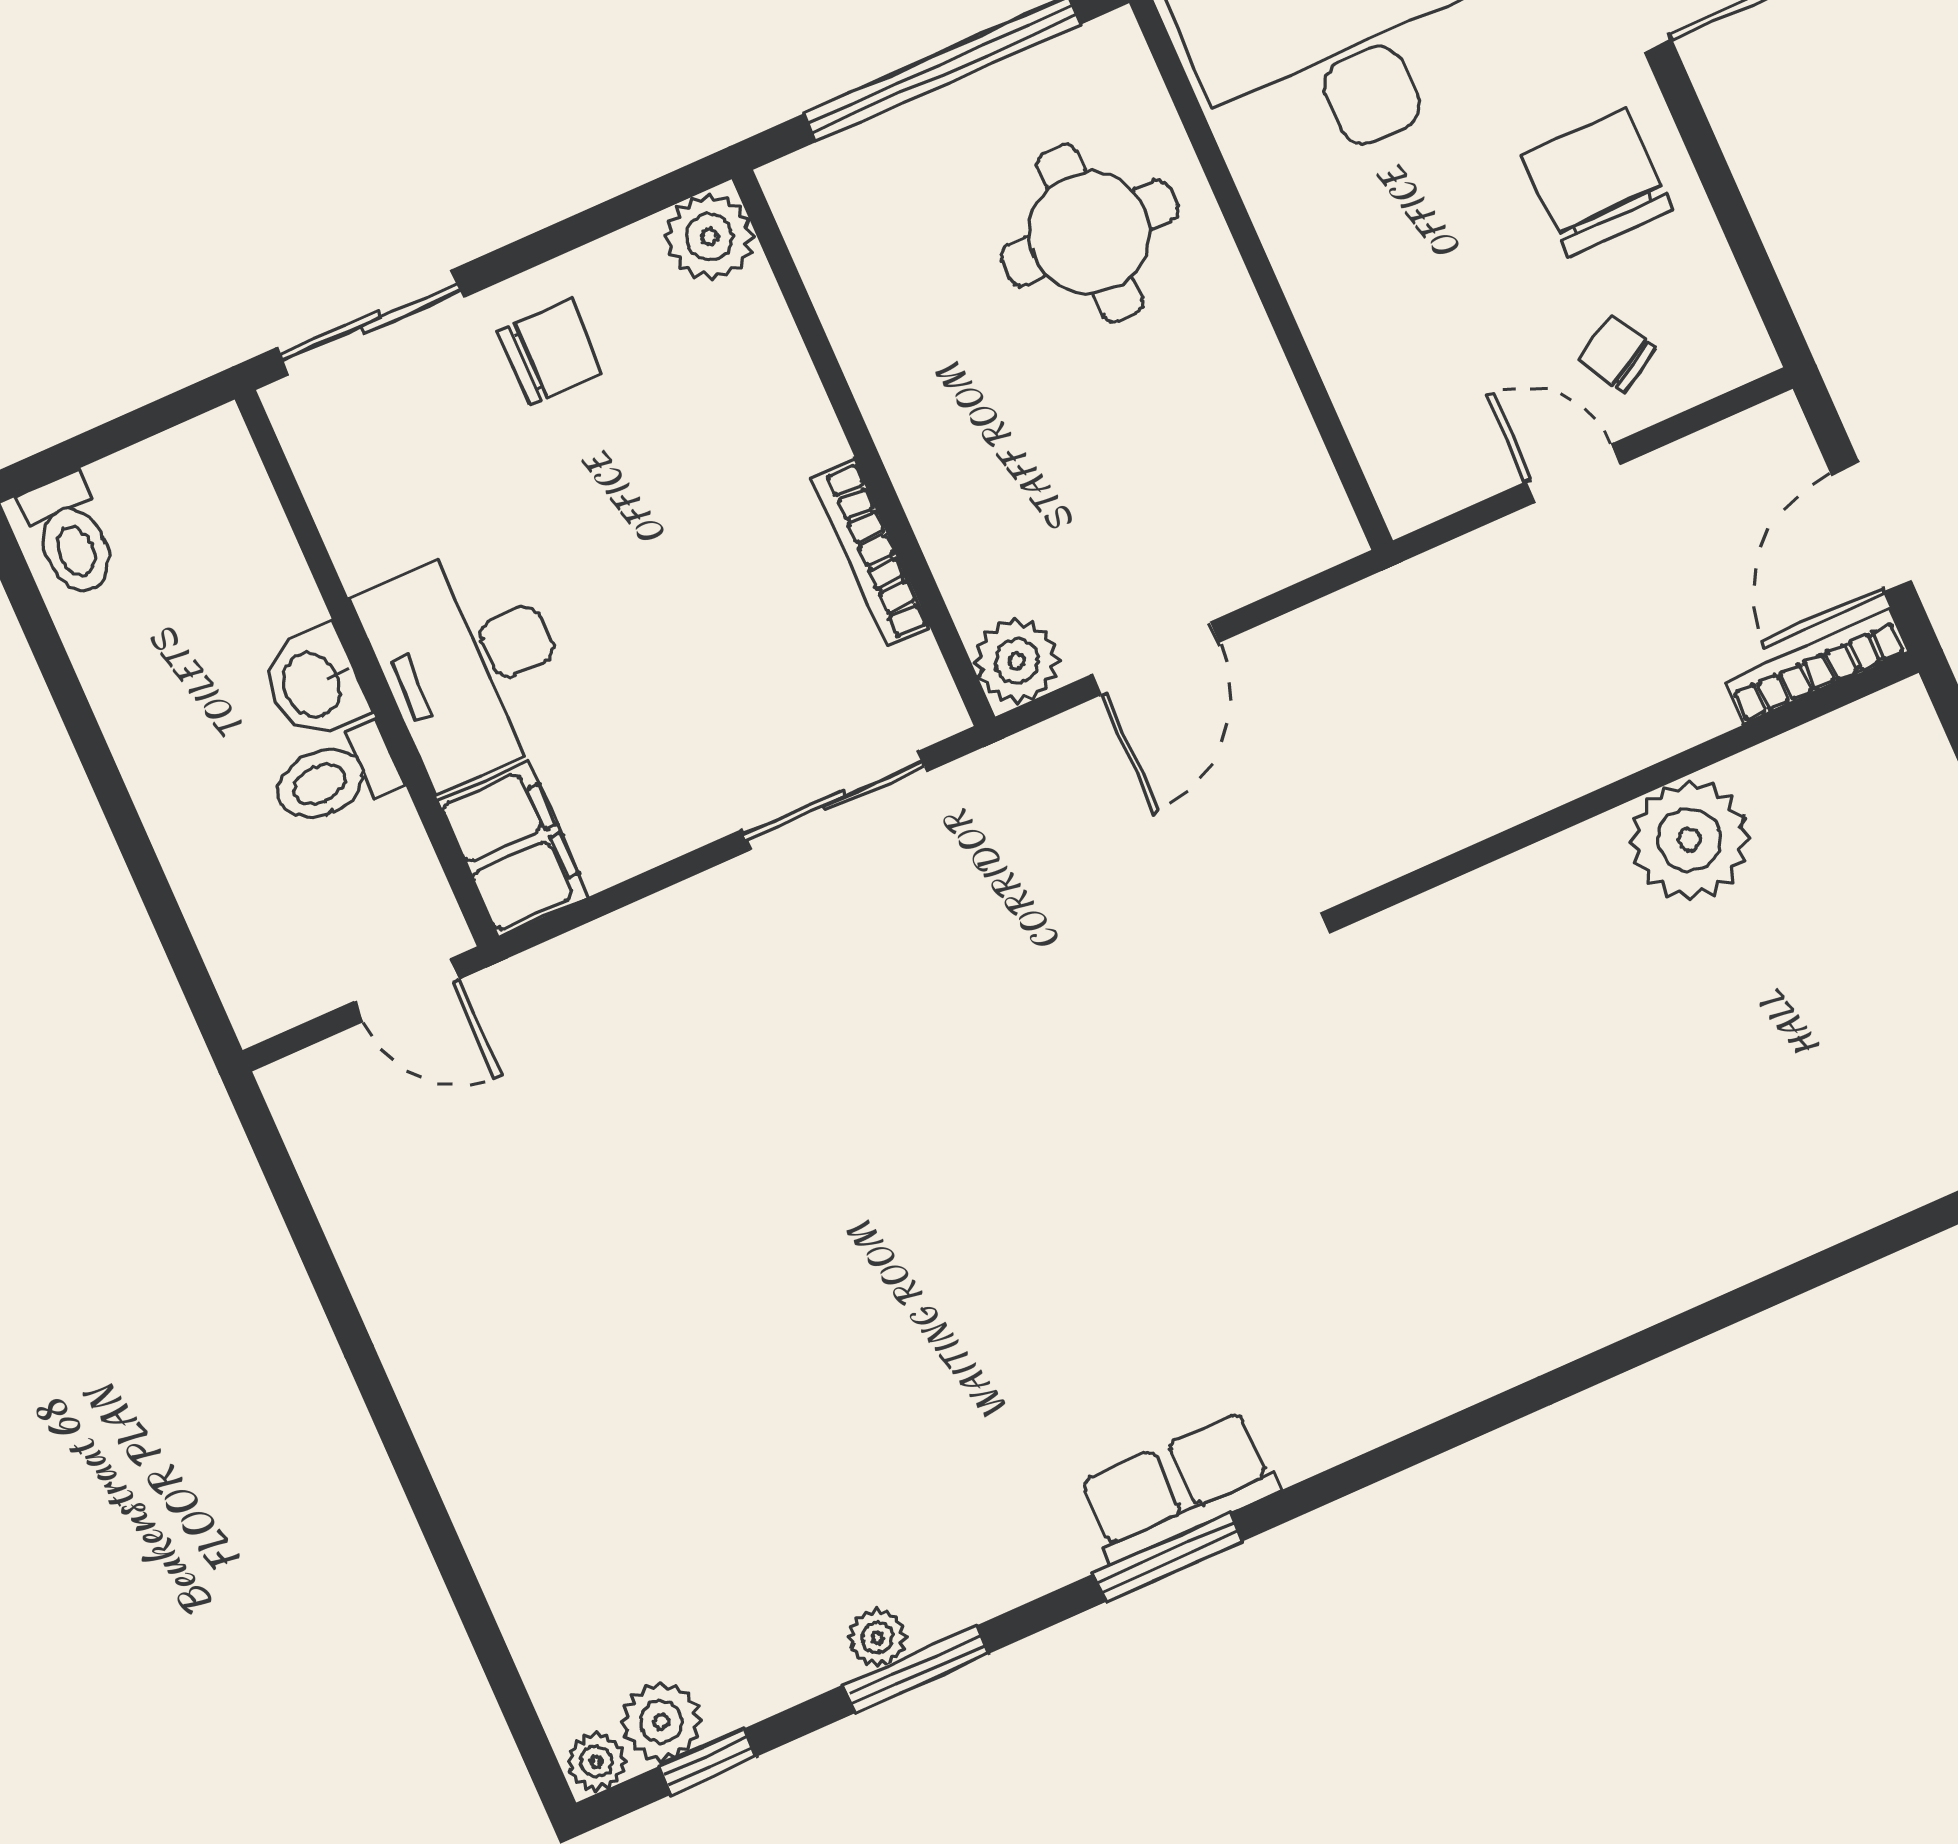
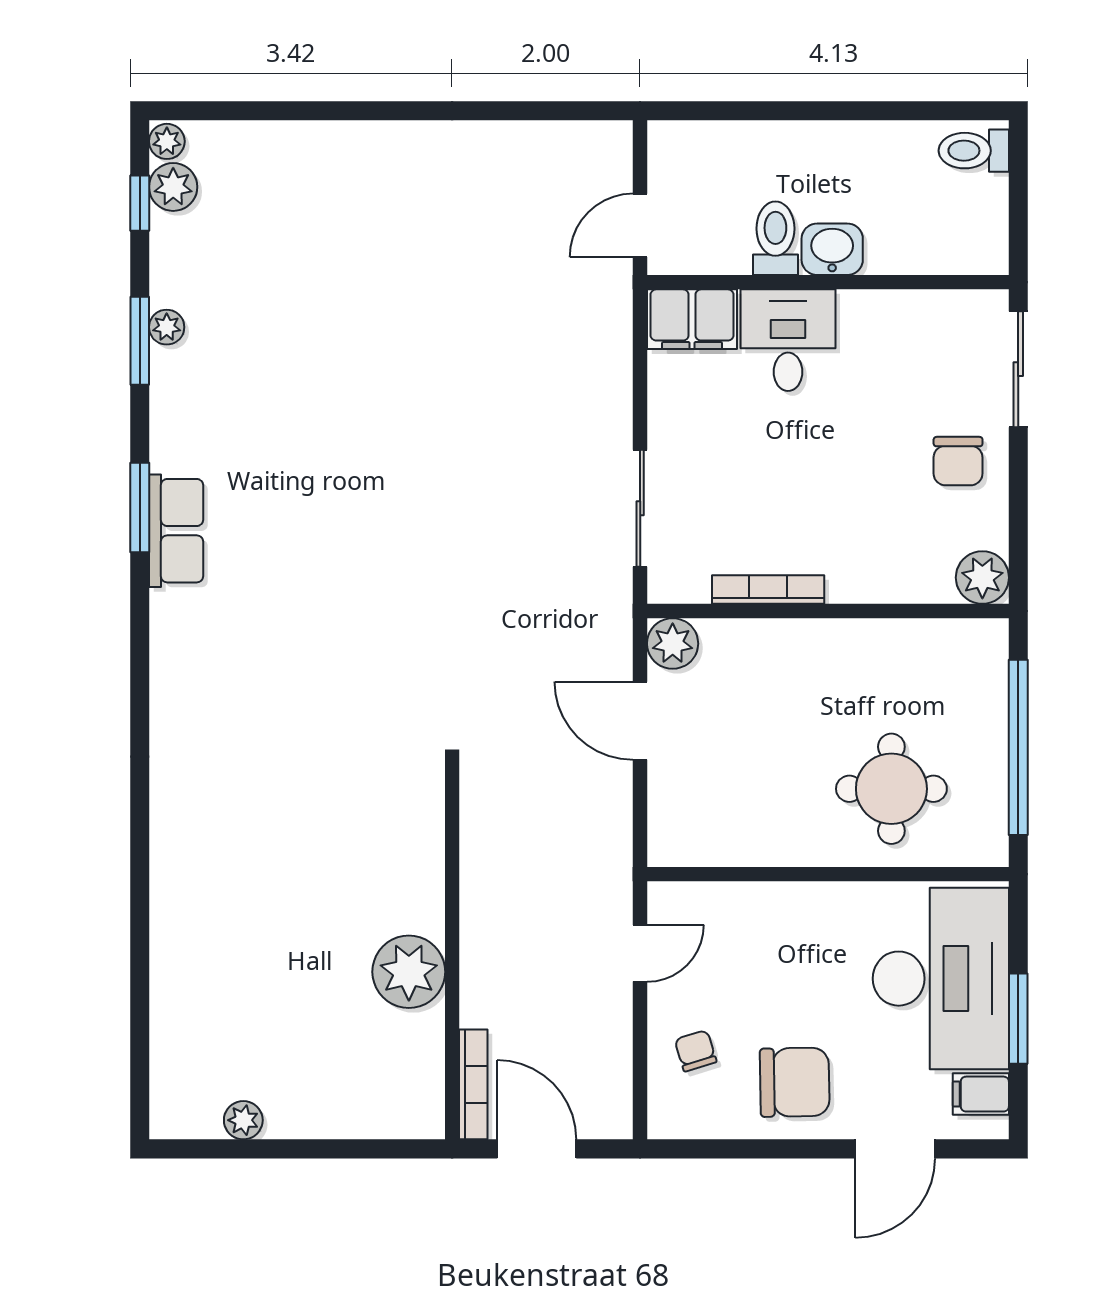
chair: (1617, 353) -> (696, 1051), turned -77
door: (1573, 473) -> (640, 953), moved
desk: (469, 663) -> (788, 340), width x0.73

